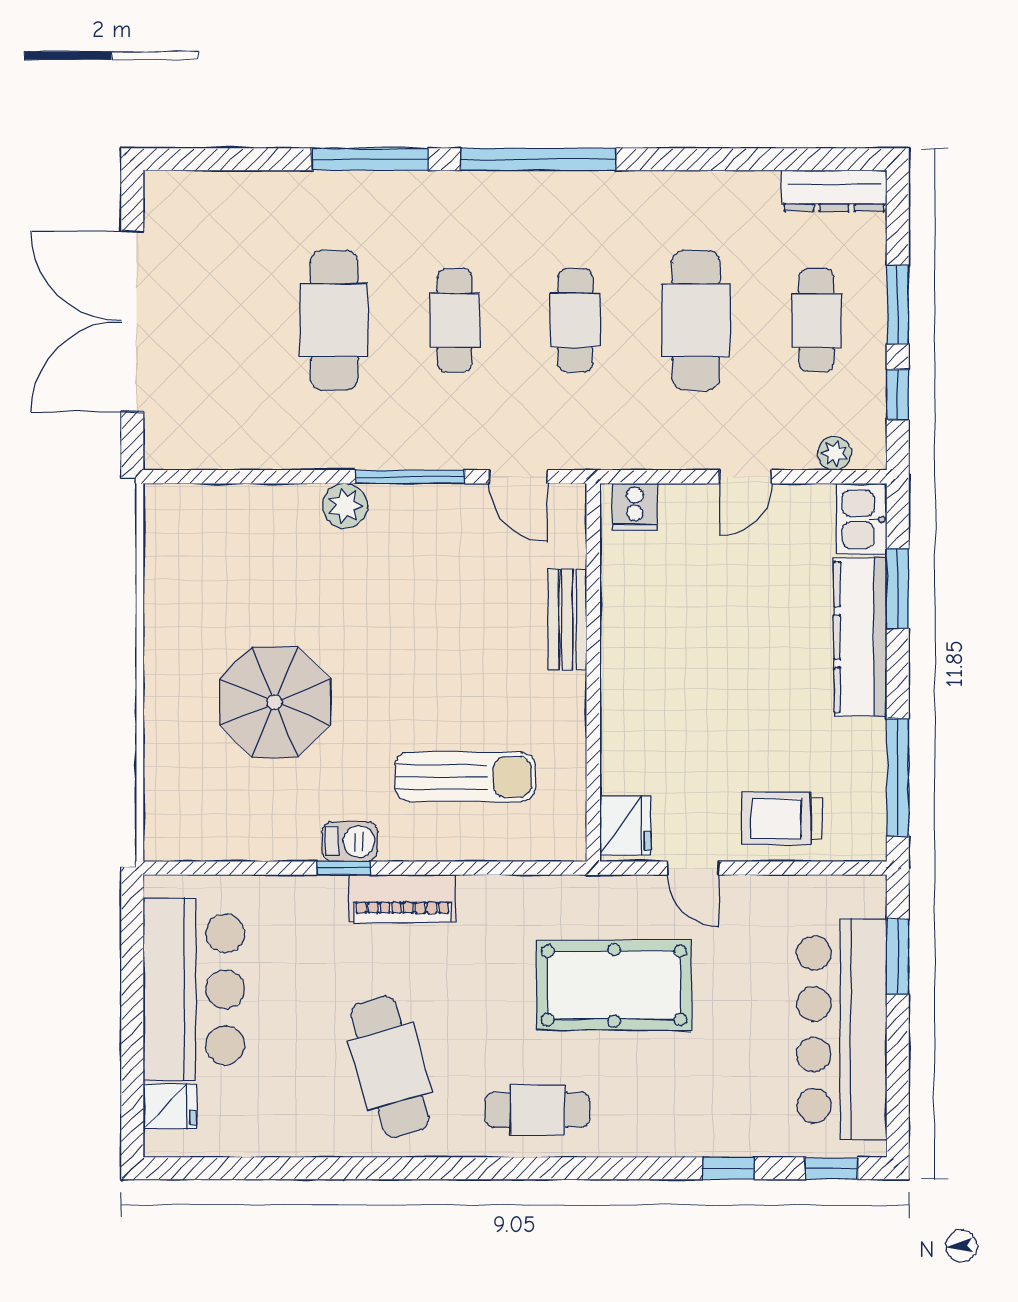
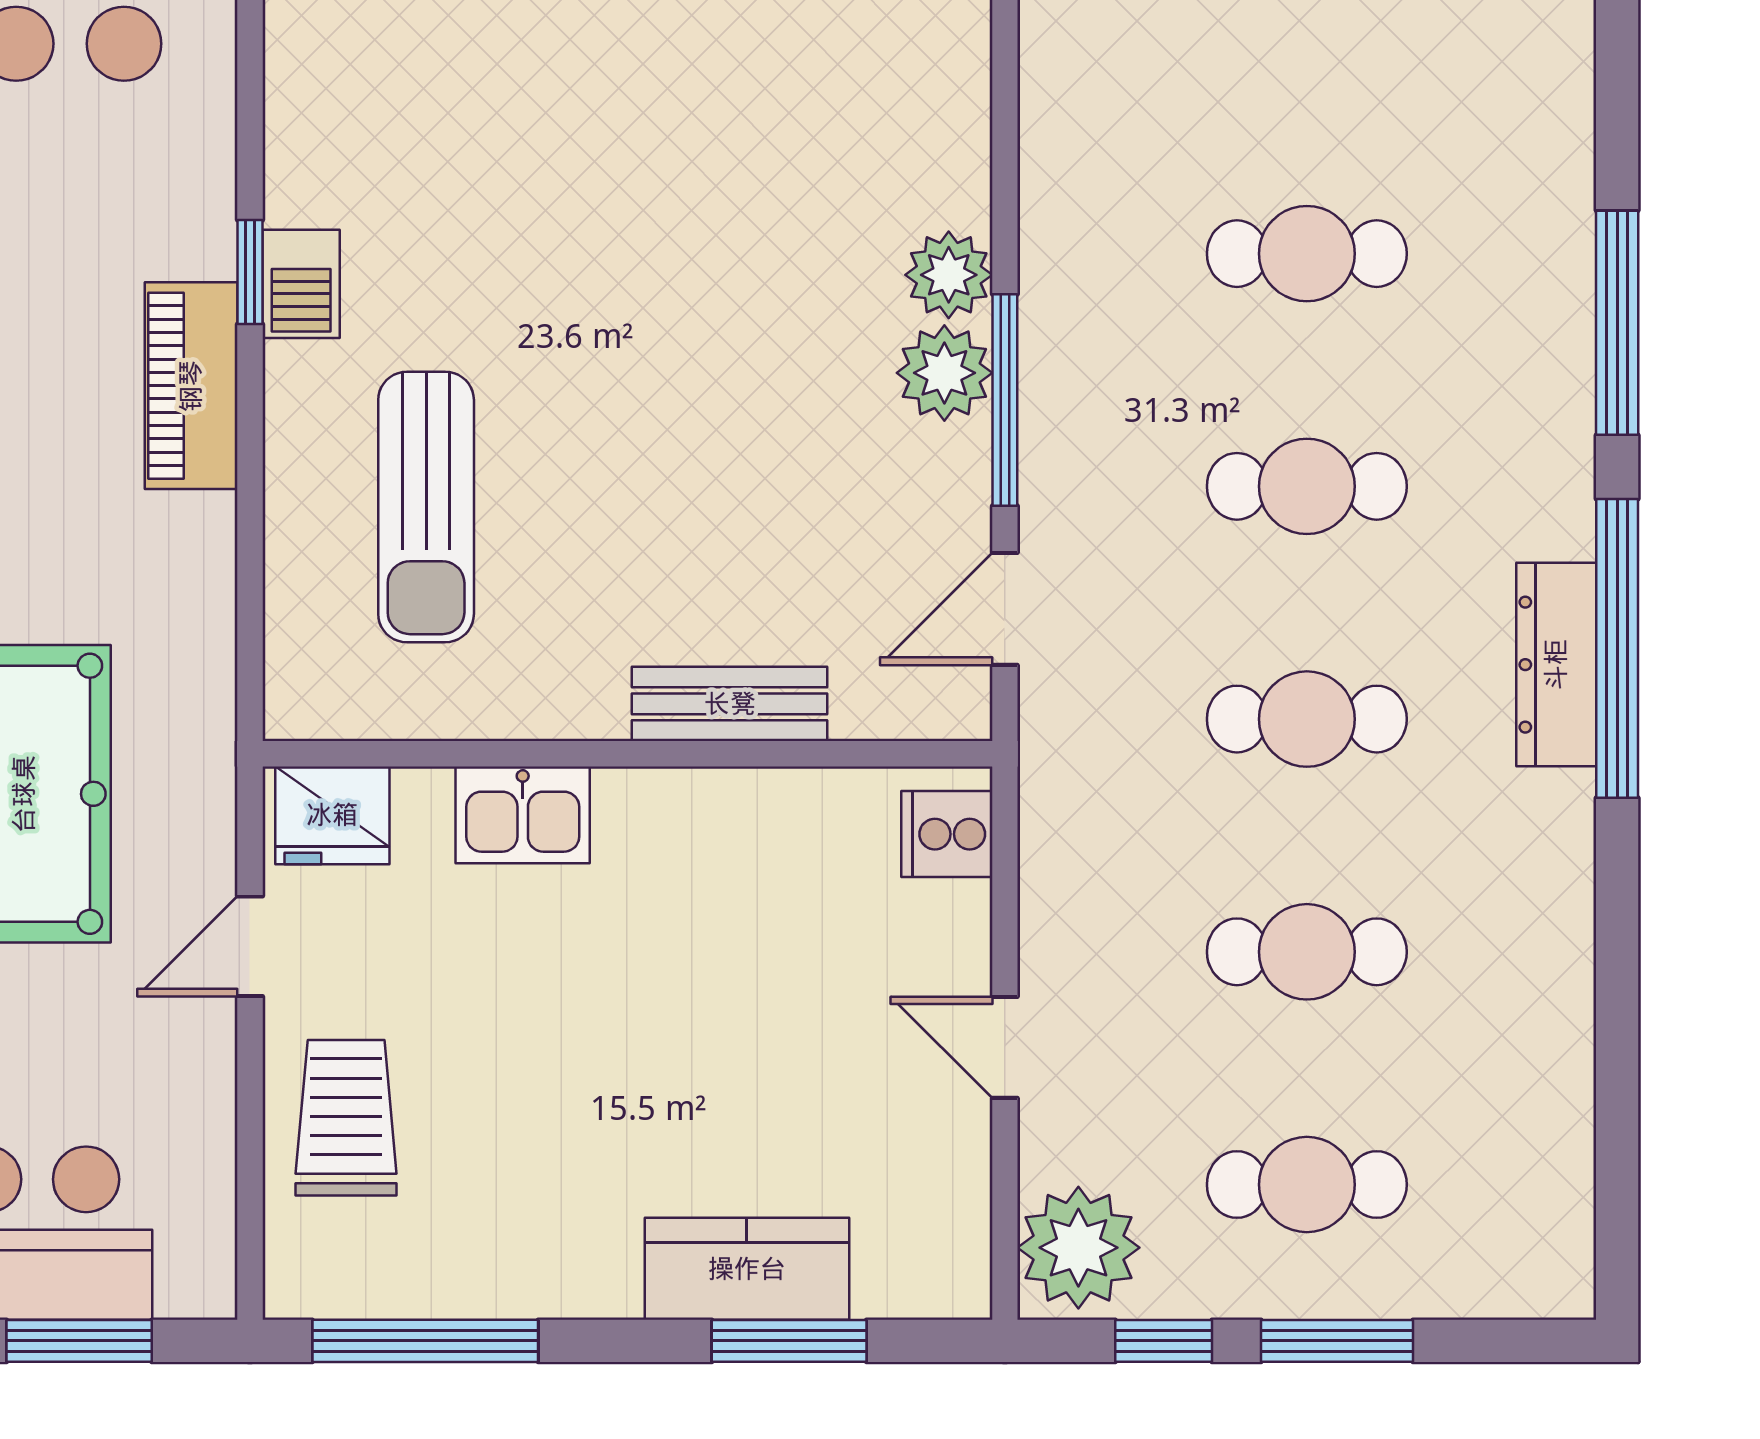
dresser: (834, 191) -> (1556, 665), moved
cafe table: (334, 320) -> (1307, 254), width x0.73, depth x0.74
cafe table: (696, 320) -> (1307, 952), width x0.73, depth x0.74
plant: (835, 453) -> (1078, 1248), width x1.87, depth x1.87
plant: (396, 508) -> (944, 373), added
kitchen sink: (862, 519) -> (523, 815), moved, turned 180
kitchen counter: (860, 637) -> (747, 1269), width x0.67
parasol: (275, 702) -> (570, 139), removed

